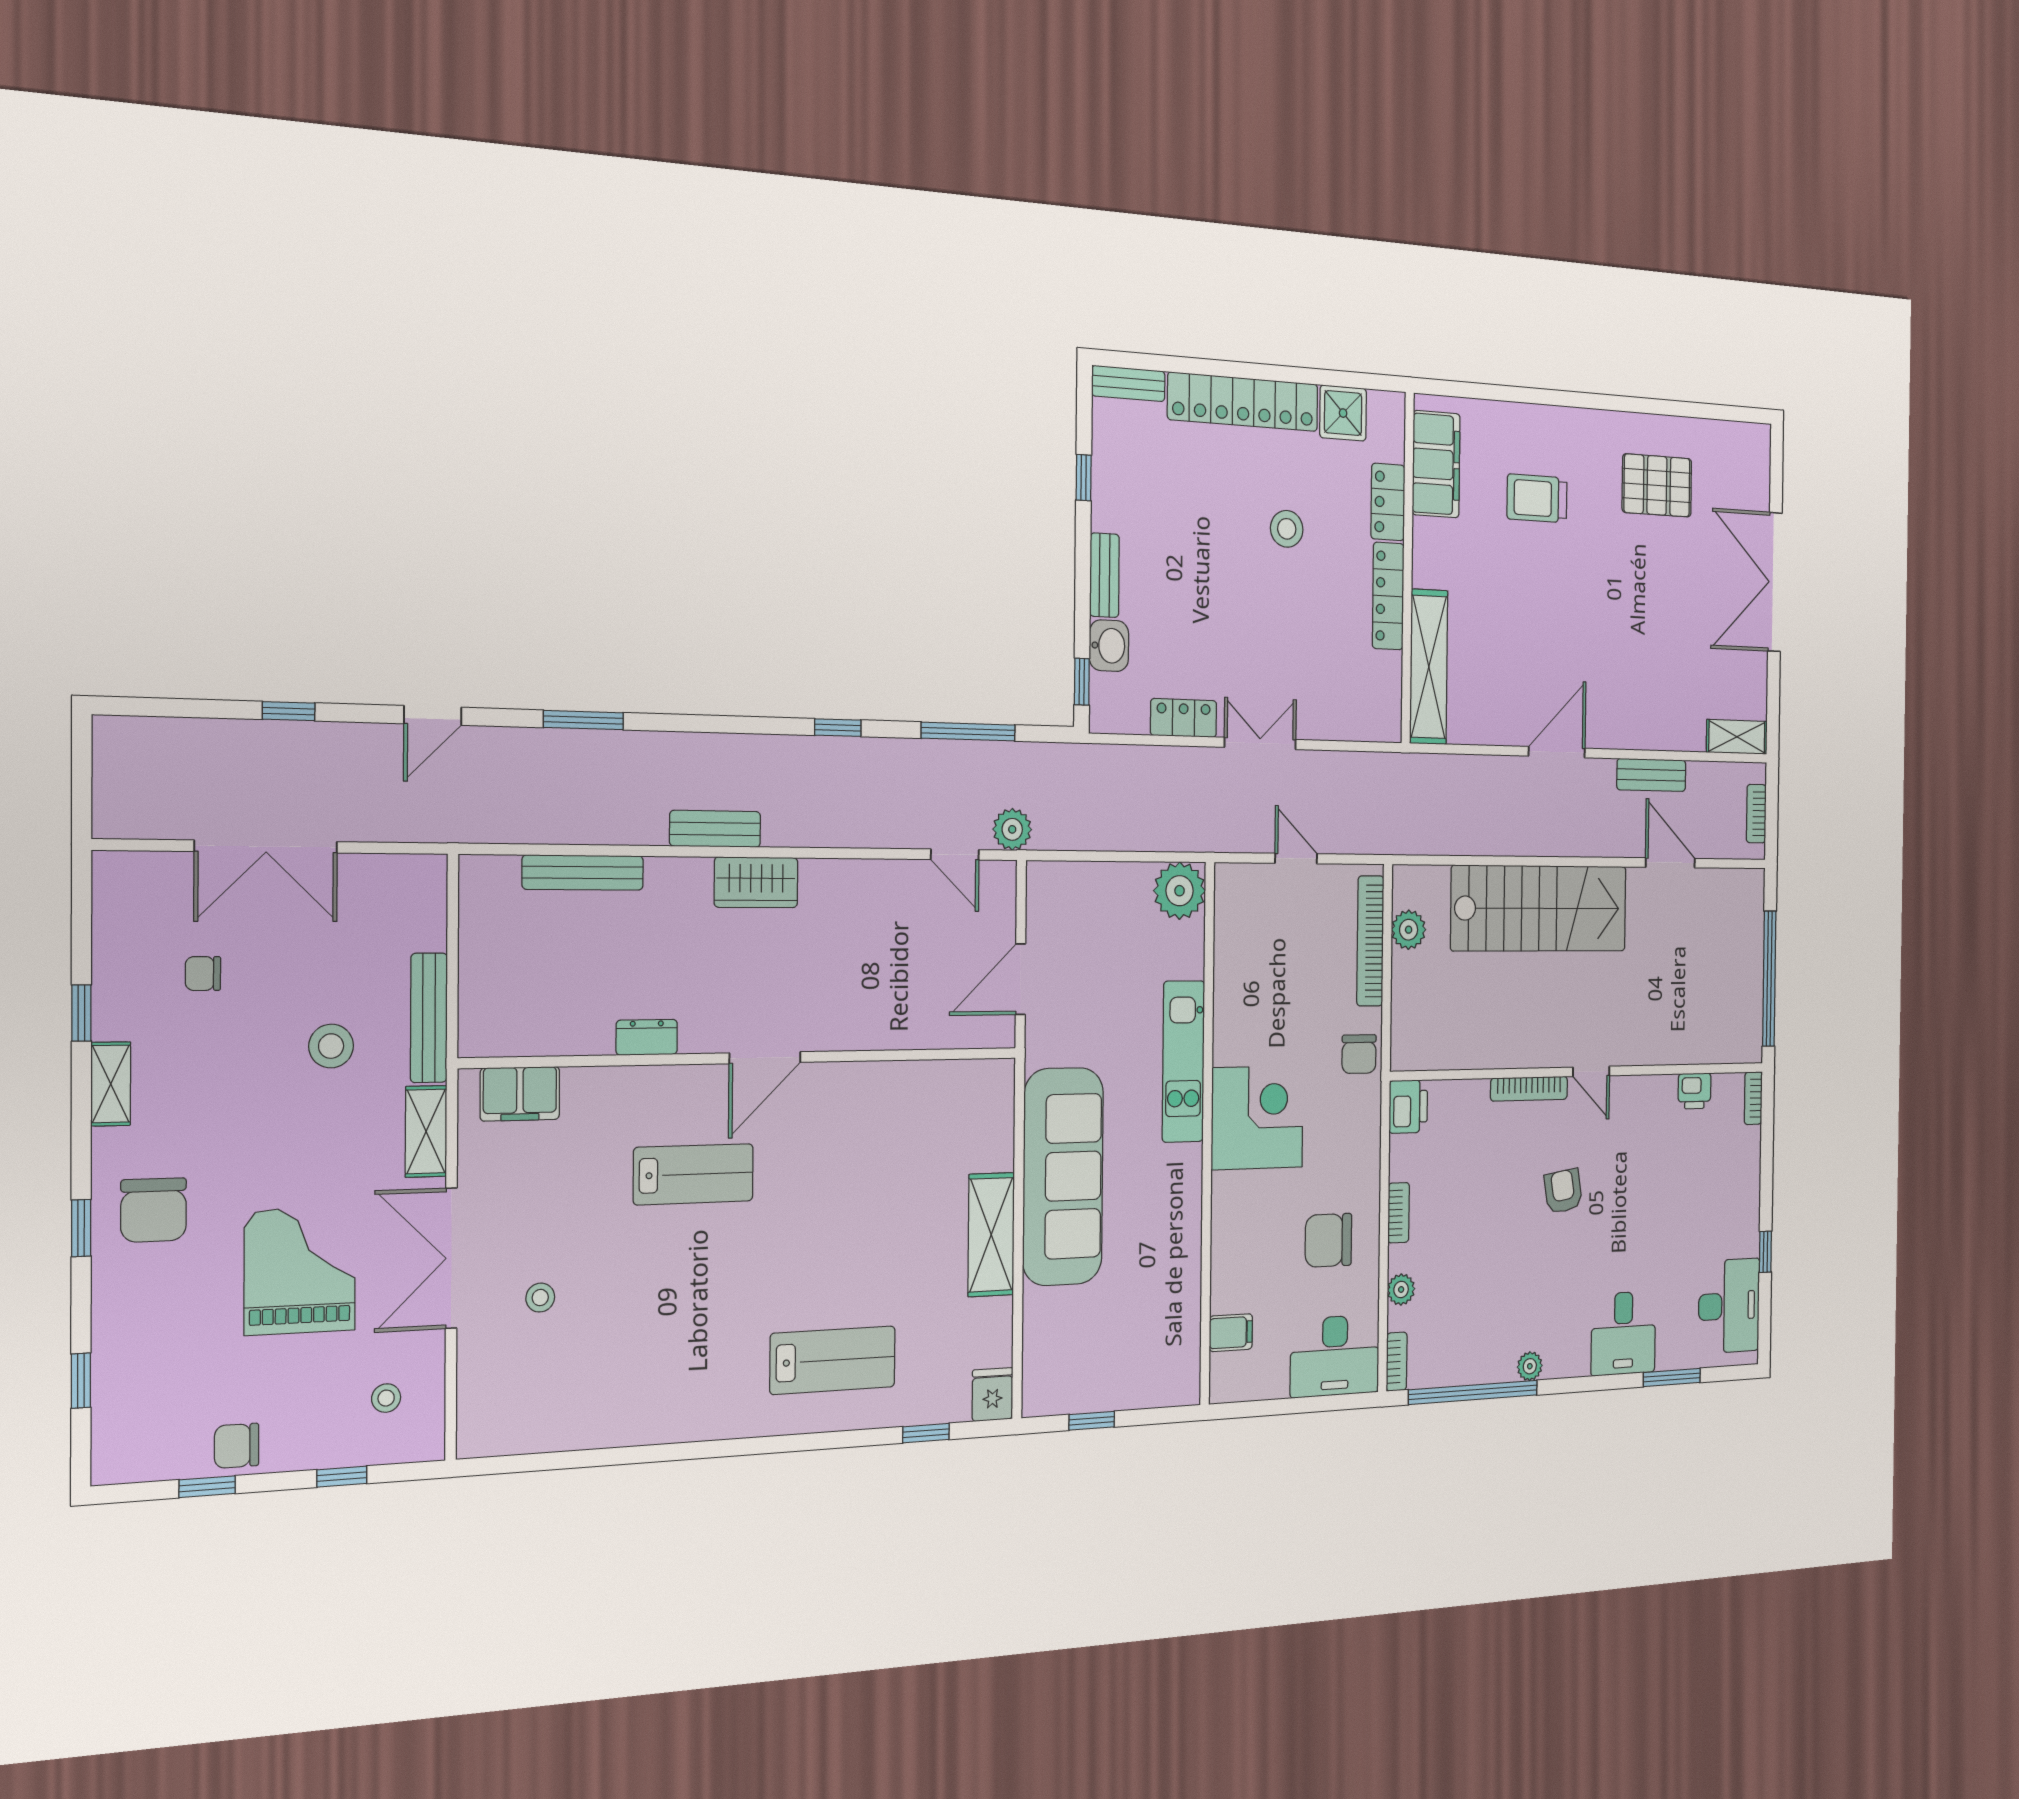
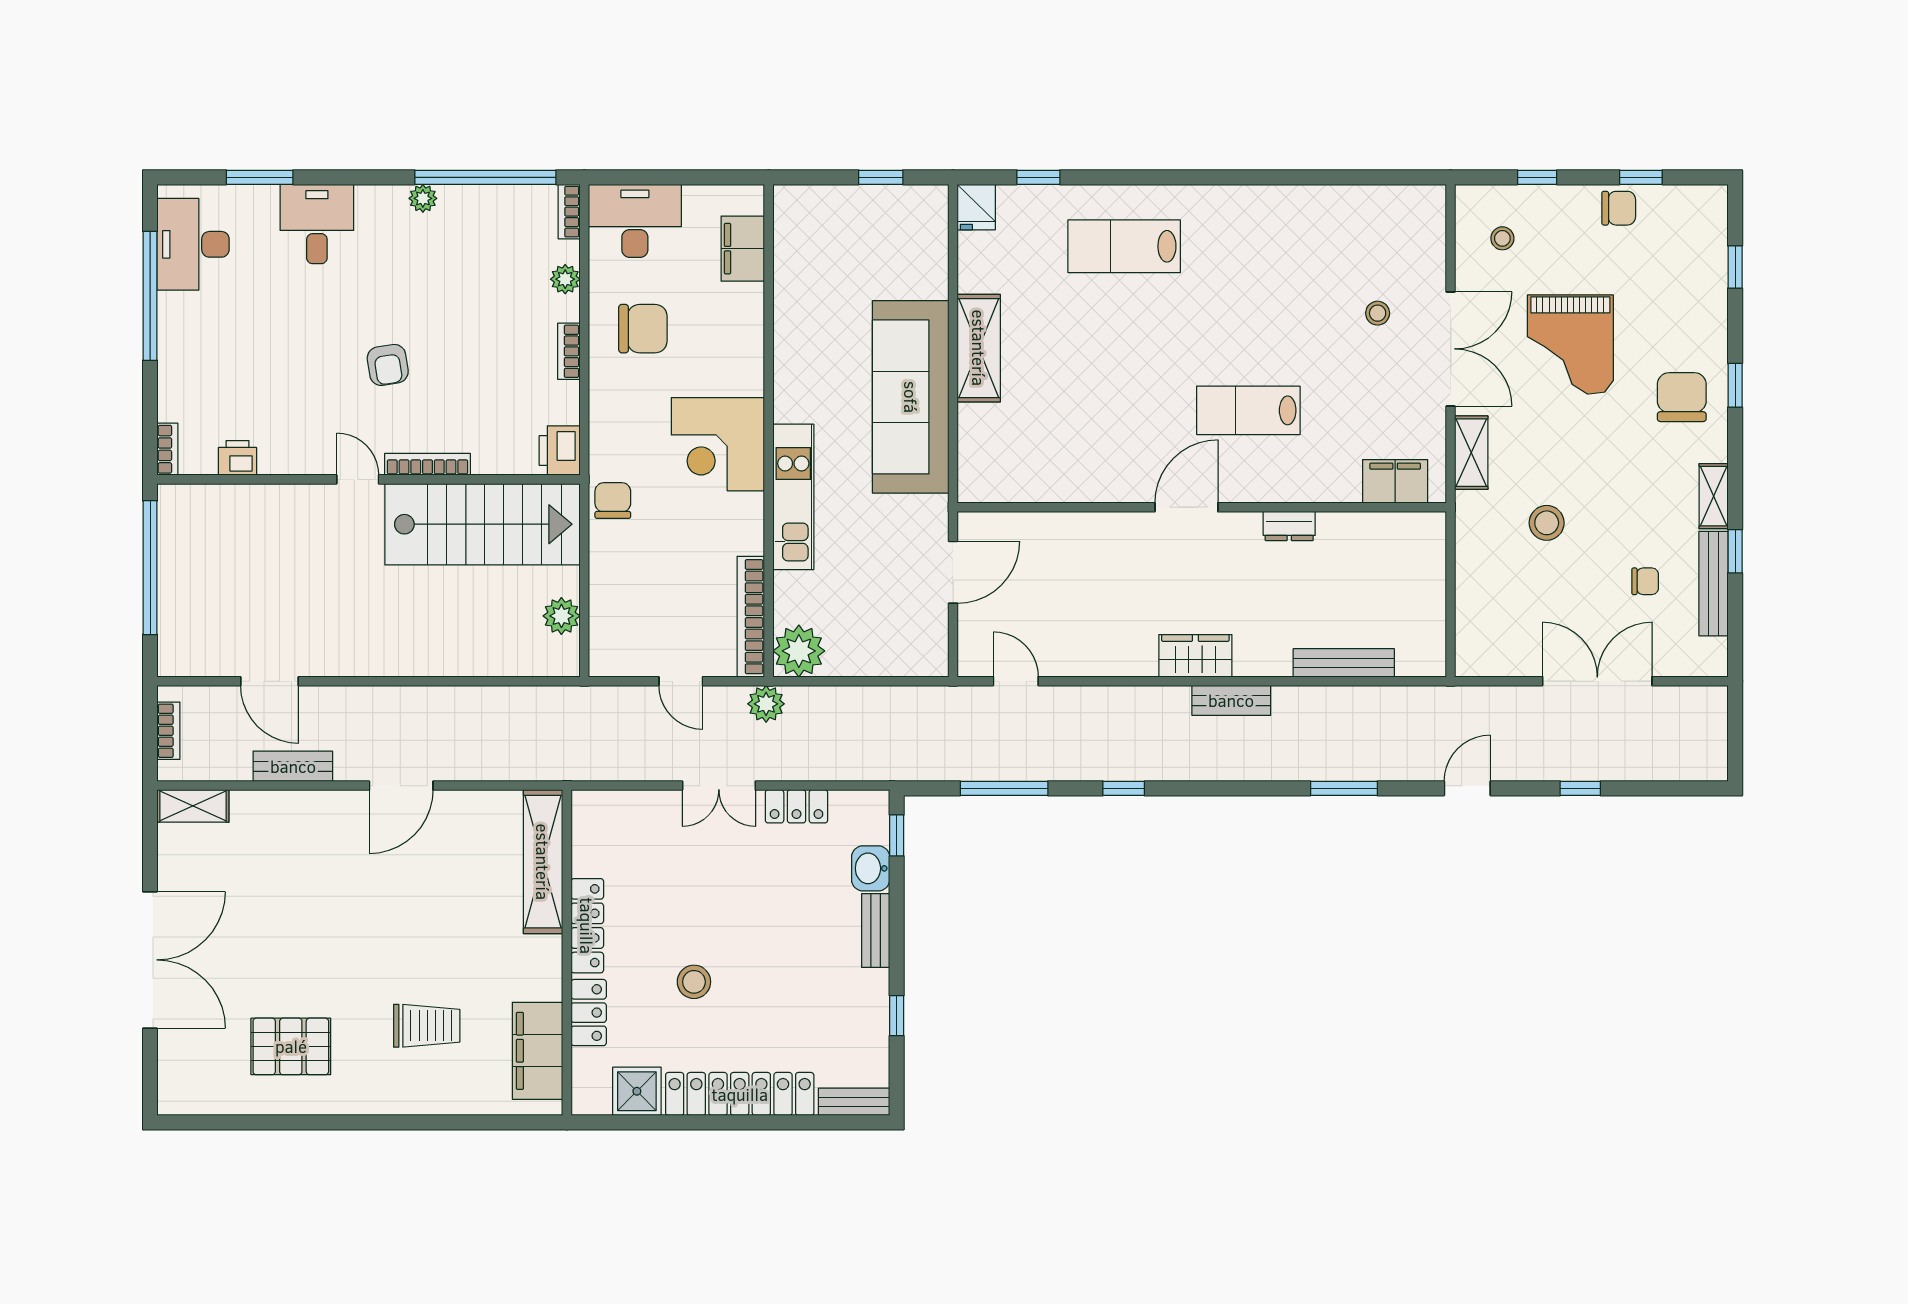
plant: (1012, 829) -> (766, 704), moved
stairs: (1539, 908) -> (482, 524), moved, turned 180
bookcase: (1370, 941) -> (751, 617), moved, turned 180
bench: (429, 1018) -> (1714, 584), moved
window: (1765, 1252) -> (150, 296), width x3.17
filing cabinet: (1231, 1333) -> (743, 249), width x2.00

